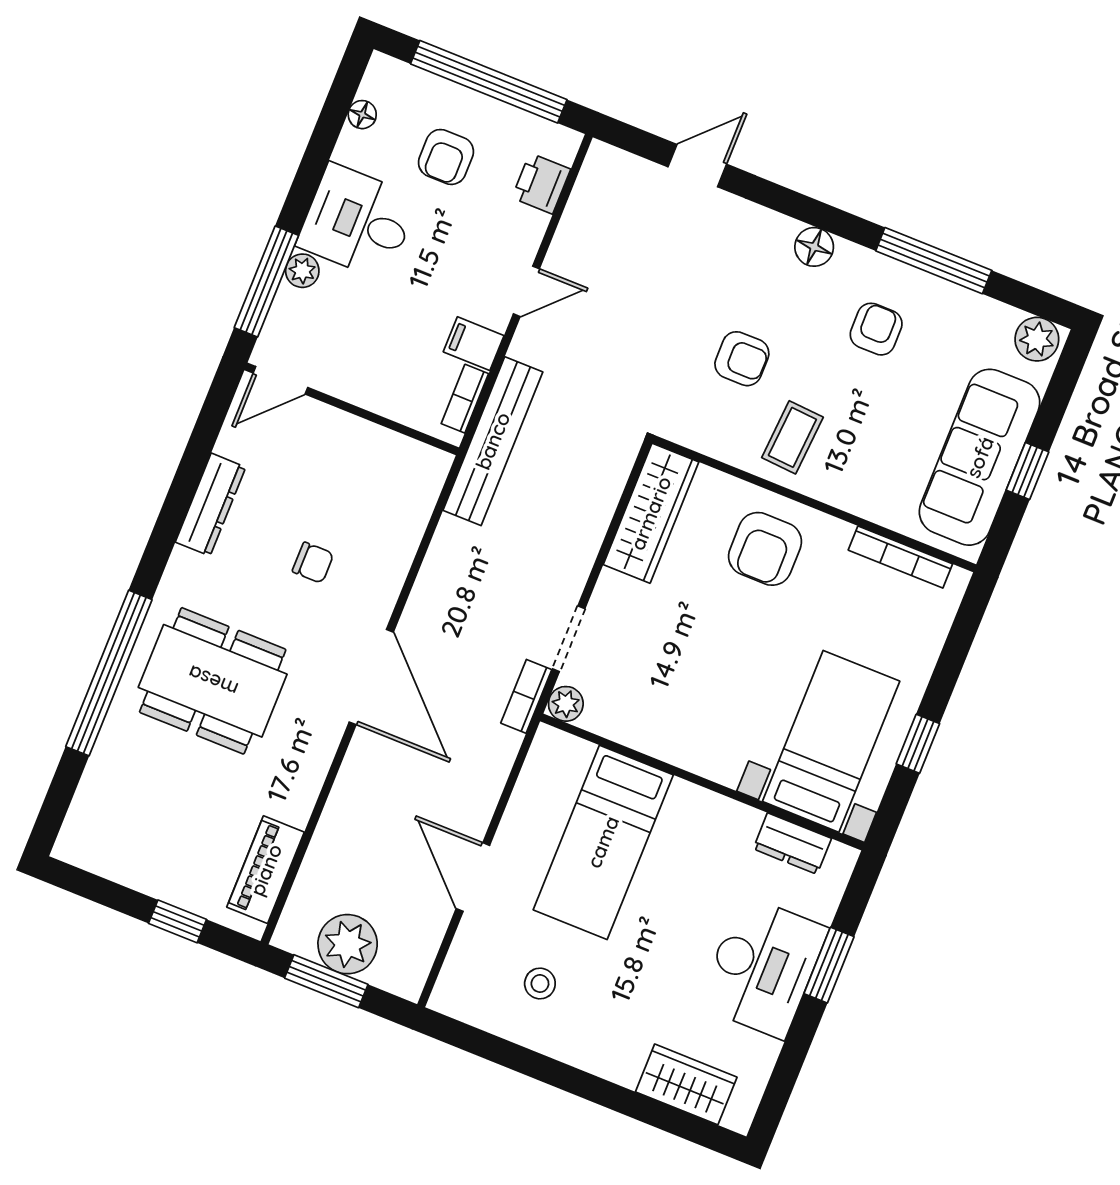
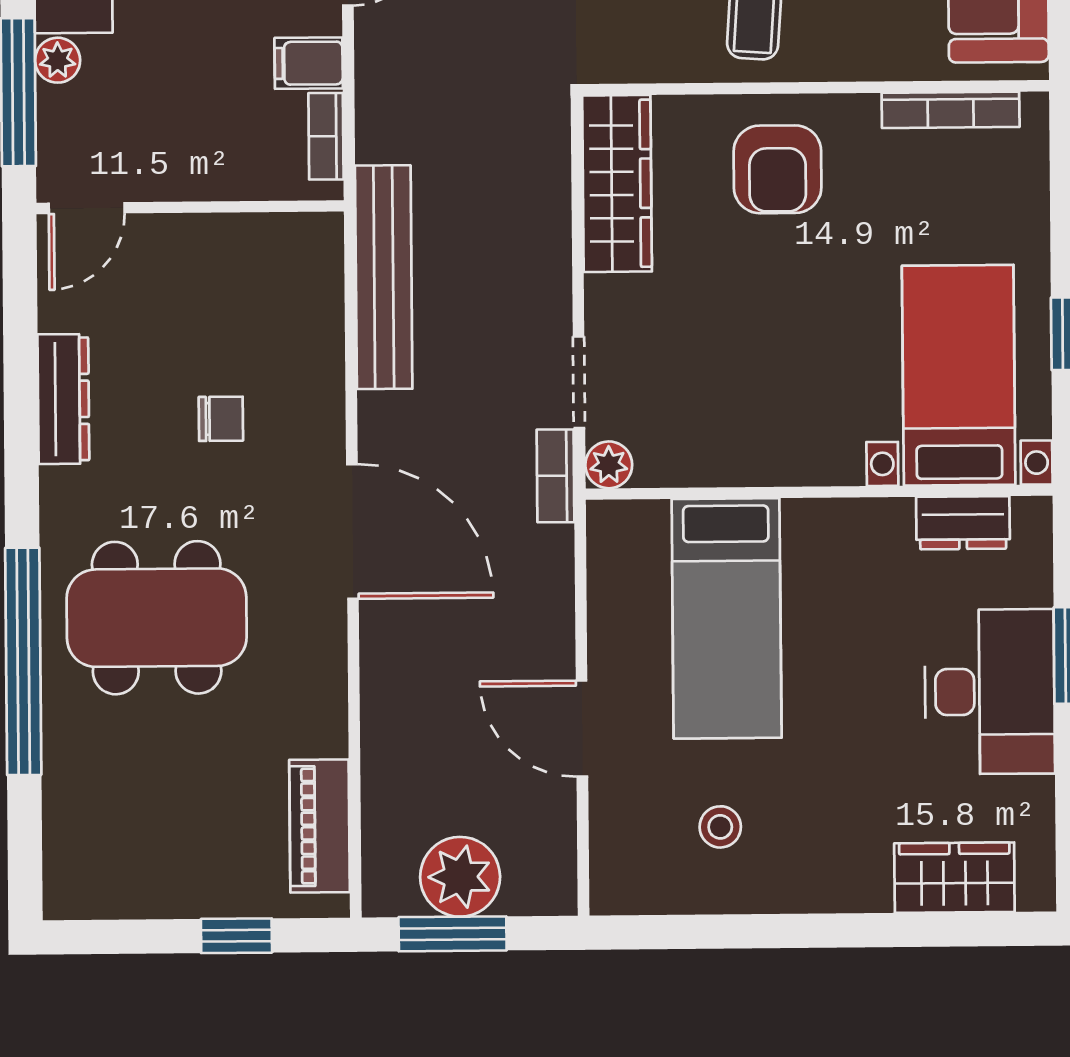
bench: (493, 441) -> (384, 277), moved

